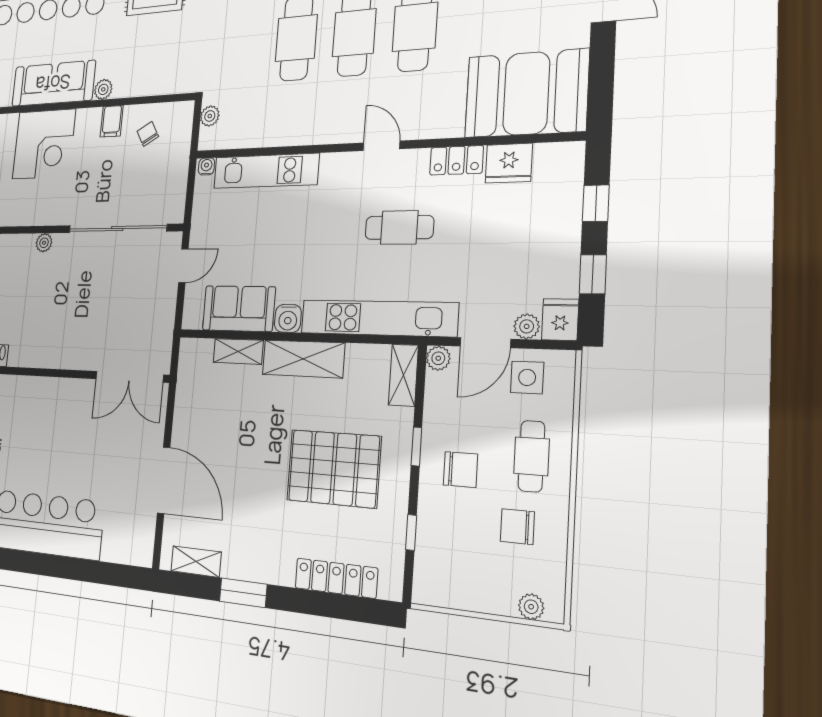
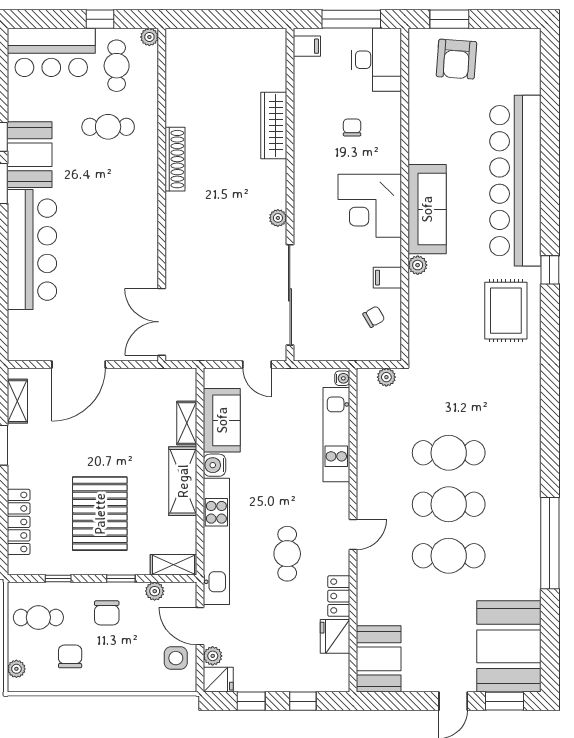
booth: (526, 93) -> (379, 659), width x0.73, depth x0.70
plant: (438, 358) -> (155, 591), moved
cafe table: (531, 456) -> (38, 617), moved

